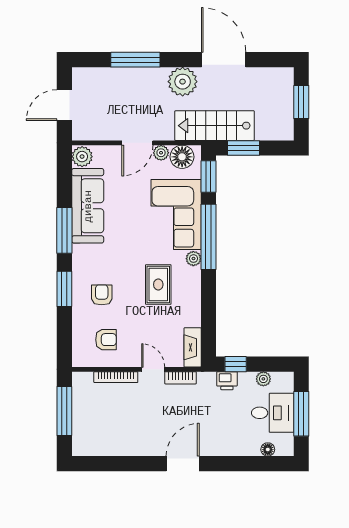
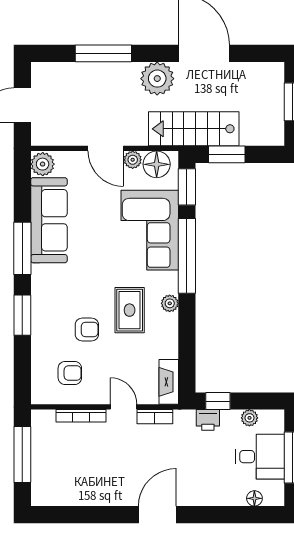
door: (137, 143) -> (106, 148), hinge flipped
plant: (193, 259) -> (170, 303), moved
armchair: (102, 295) -> (87, 329), moved, turned 90

